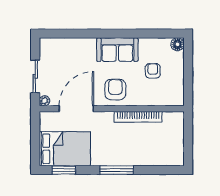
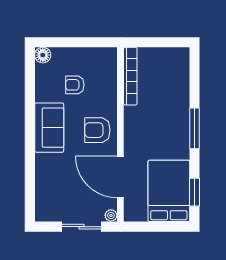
bookcase: (138, 117) -> (130, 76), moved

